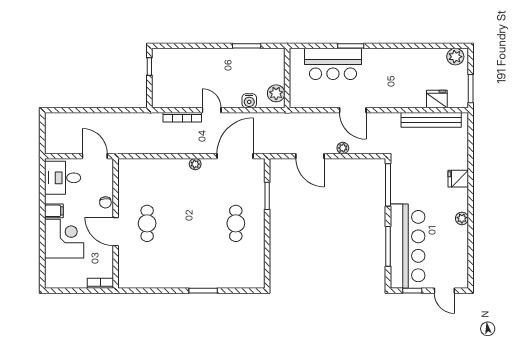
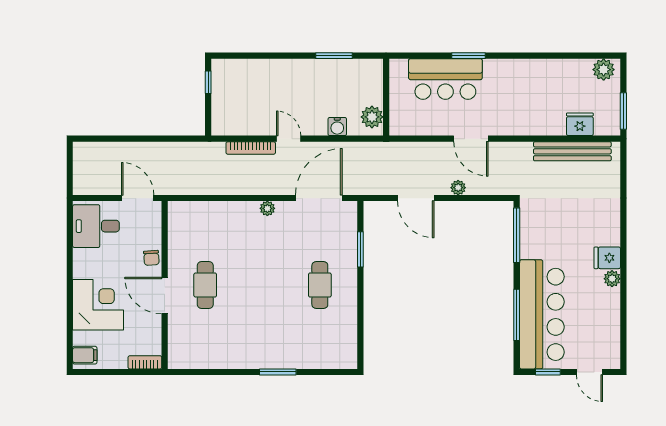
fridge: (458, 179) -> (607, 258), moved
filing cabinet: (54, 211) -> (85, 355), moved

